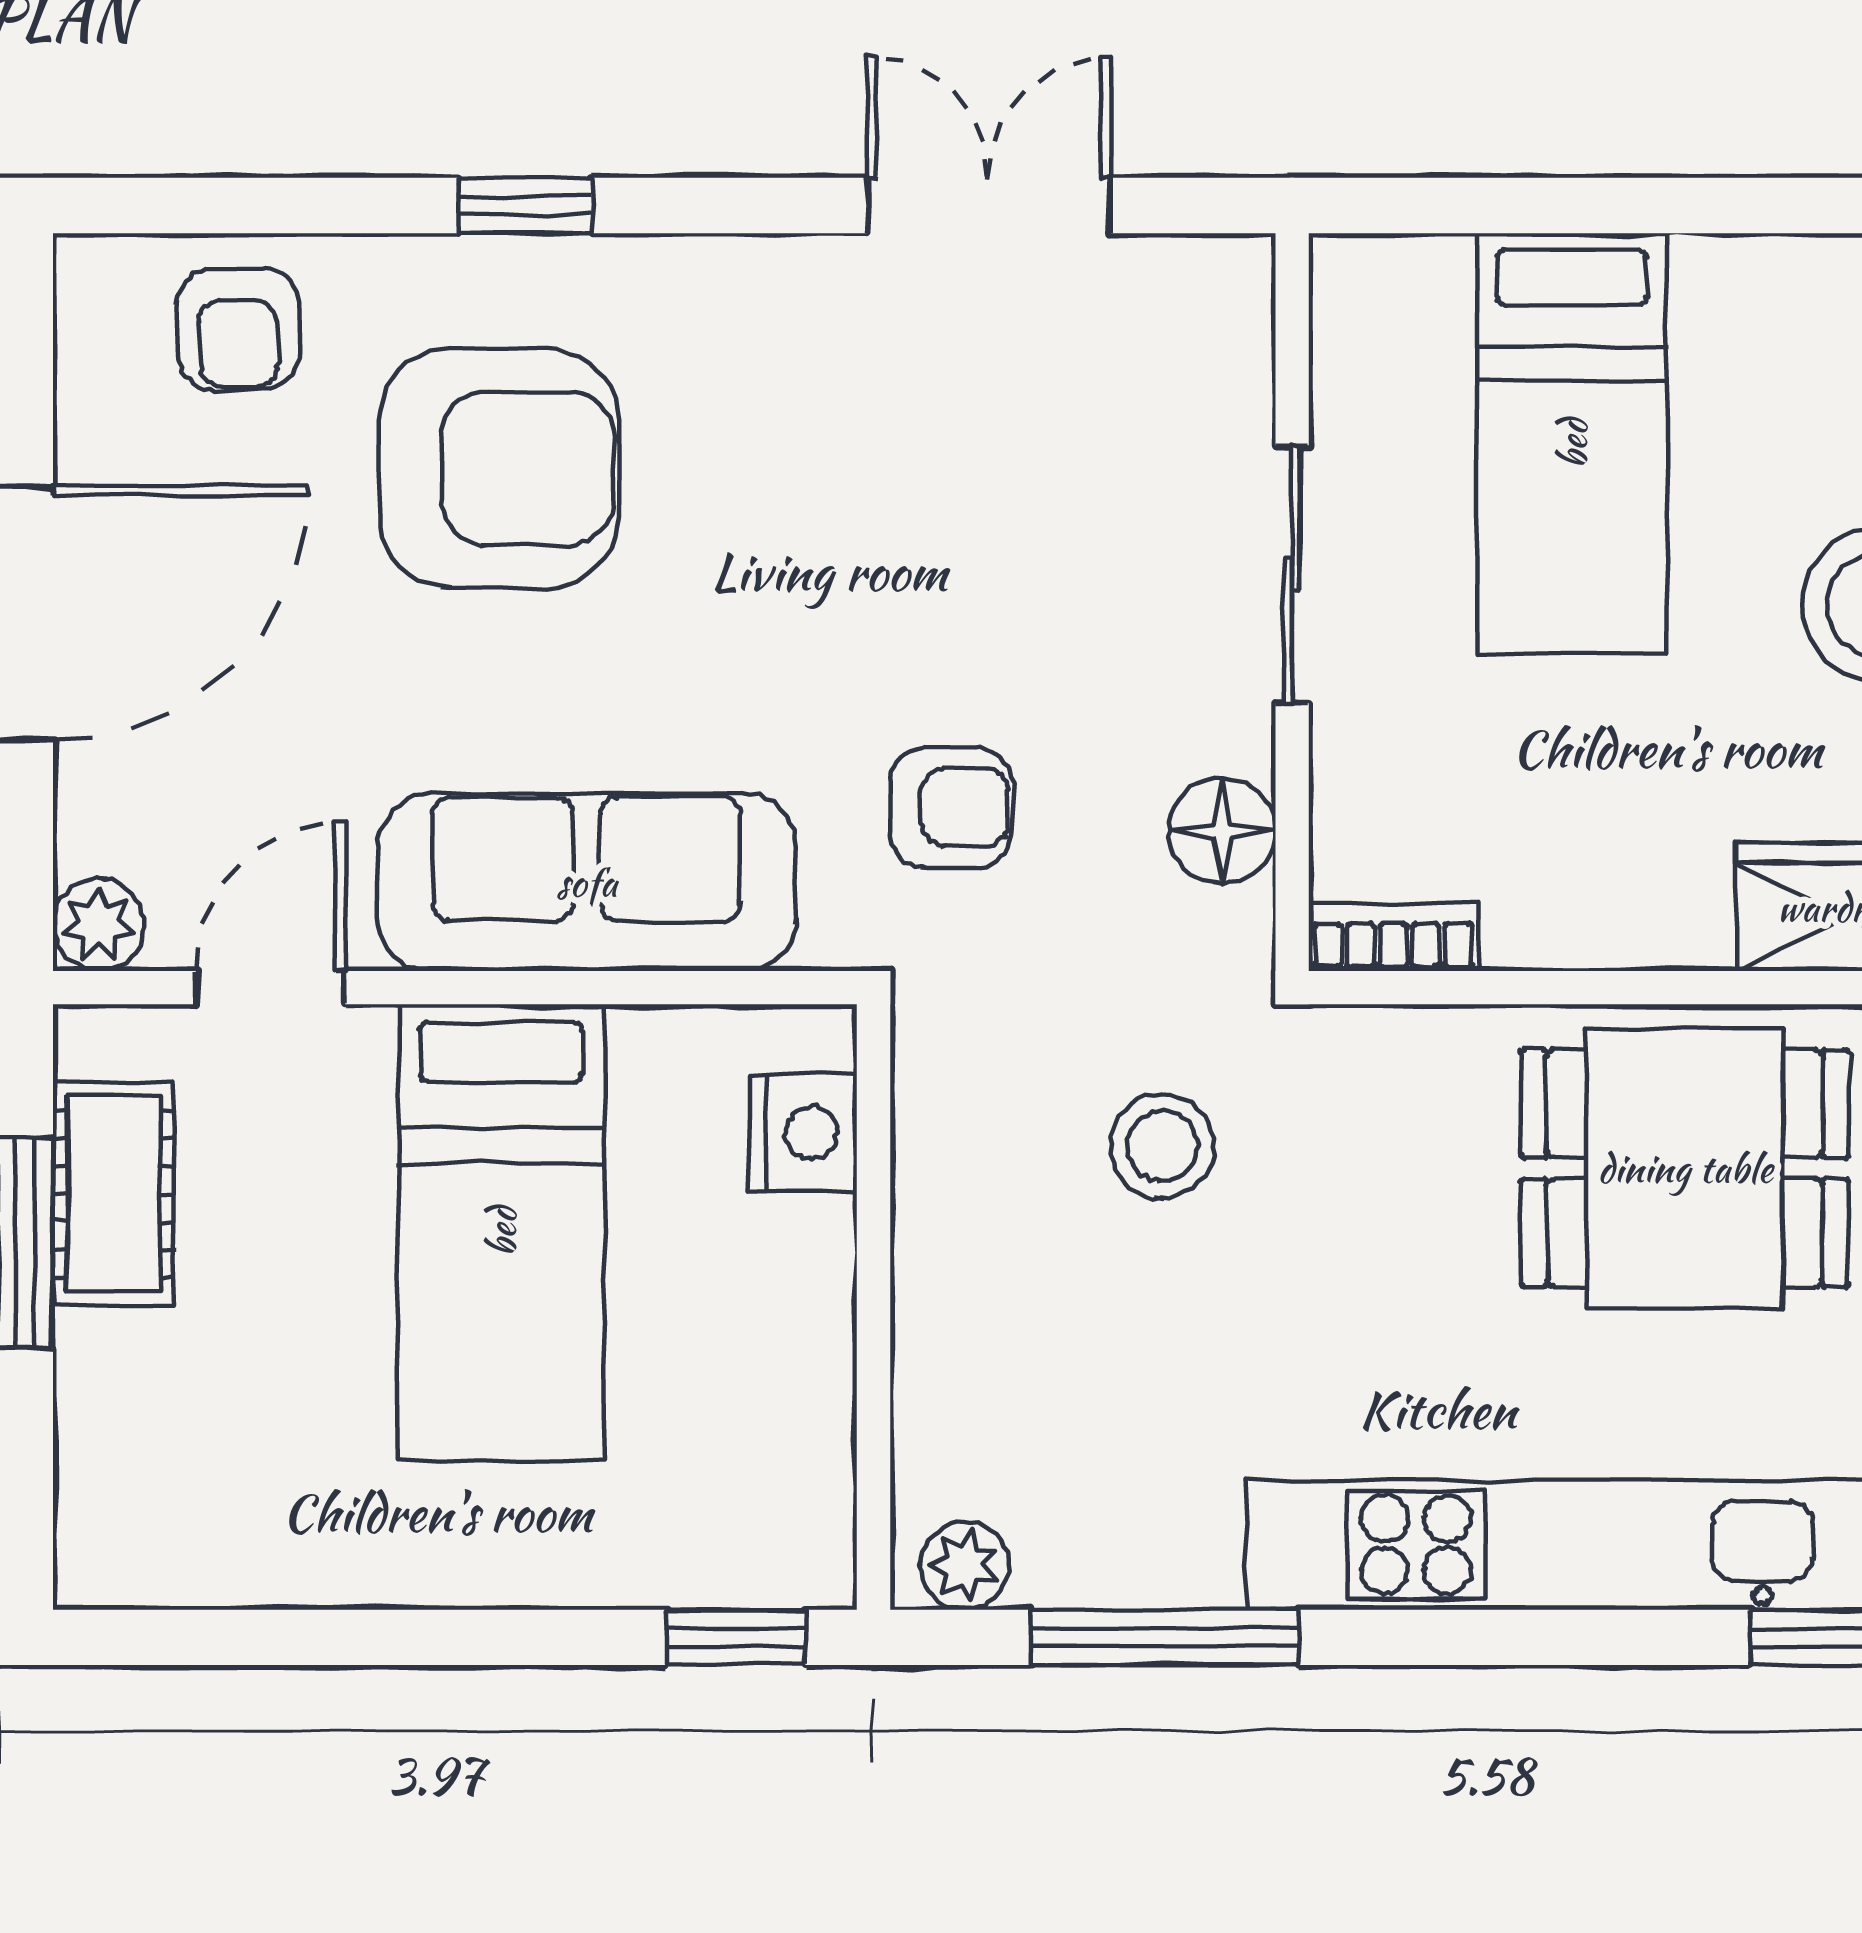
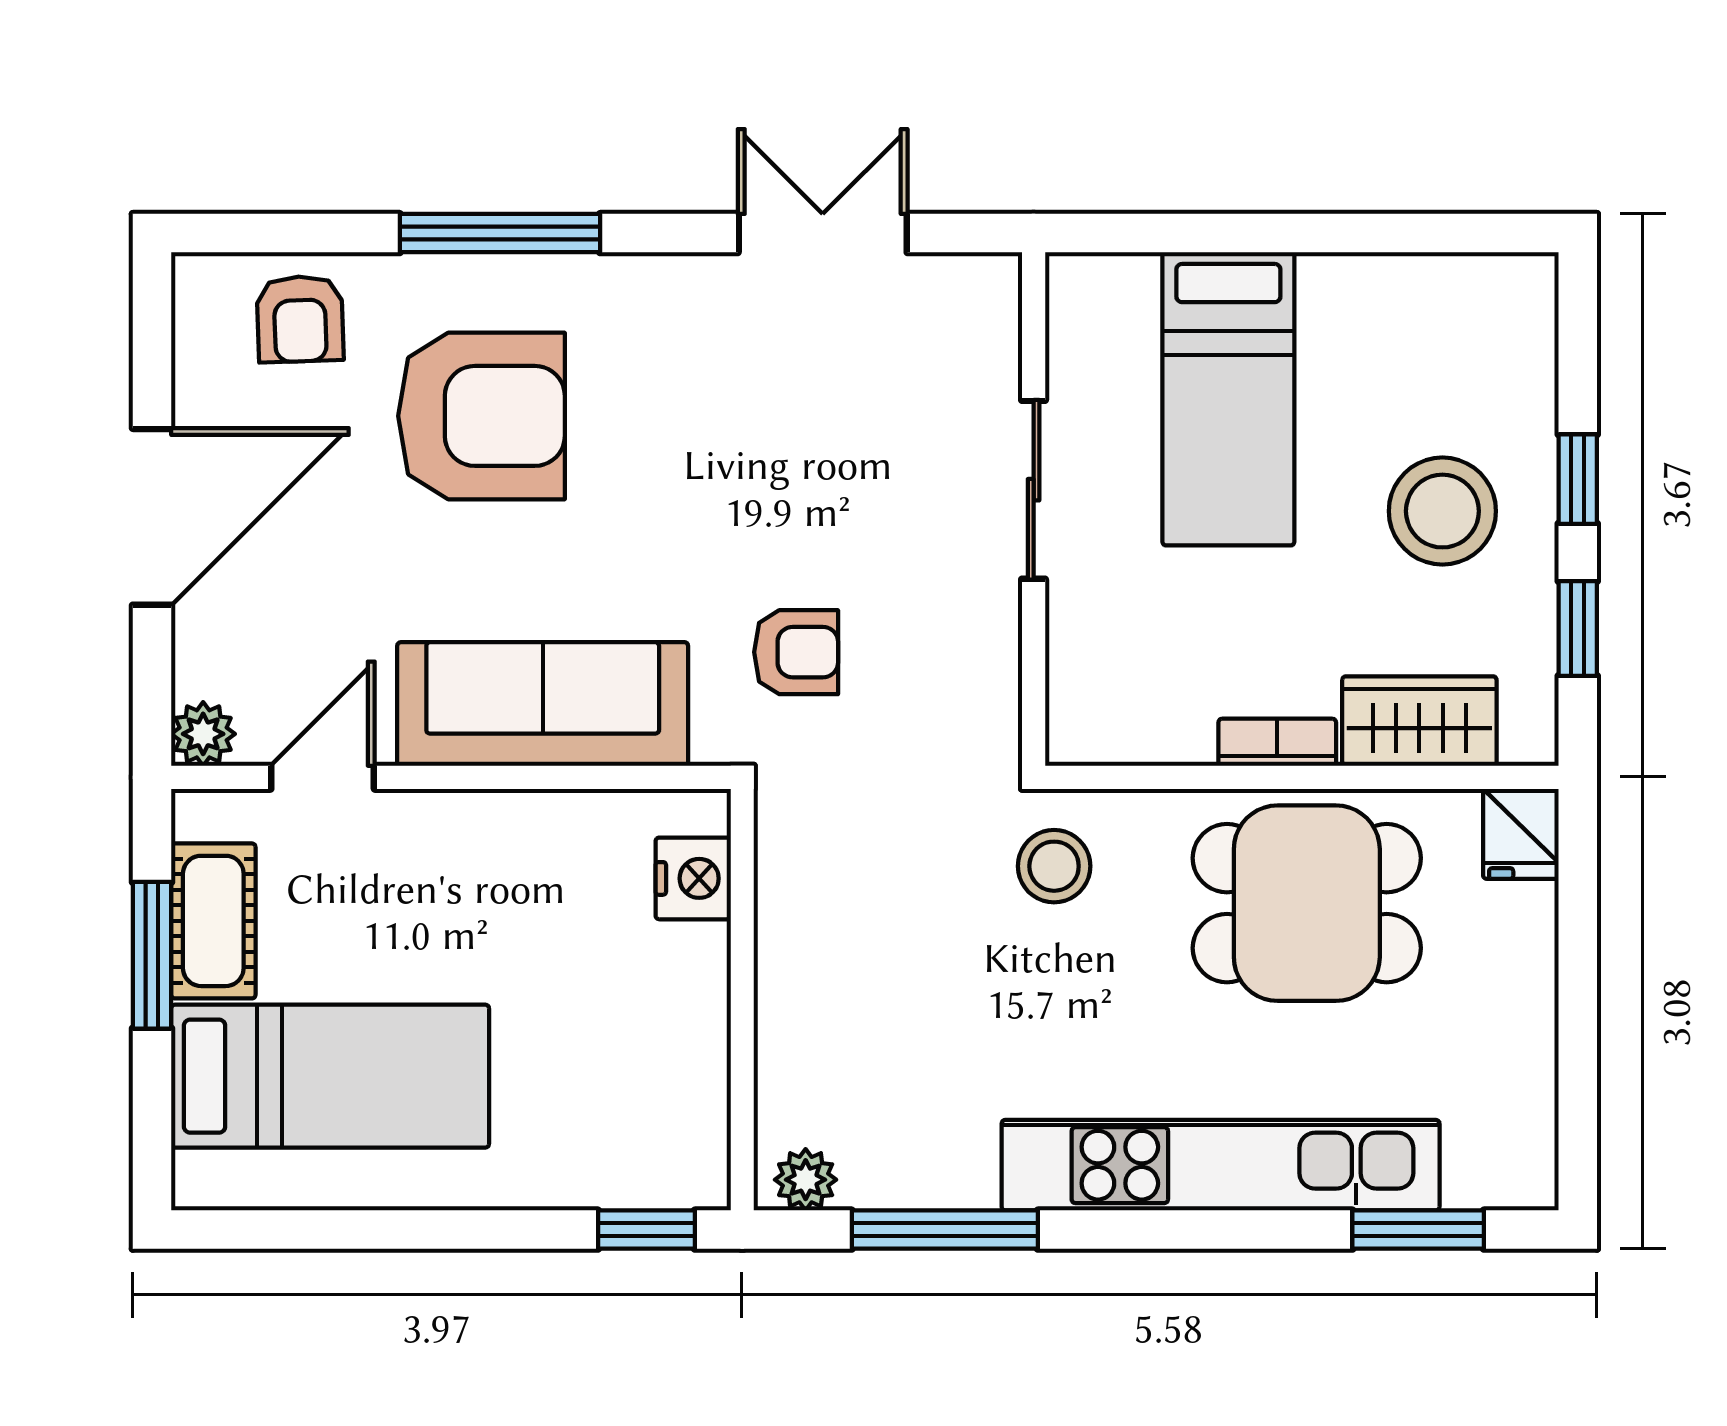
window: (525, 206) -> (500, 233), width x2.17
floor lamp: (1222, 831) -> (985, 668), removed
bookcase: (1393, 937) -> (1277, 742), moved
stool: (1162, 1146) -> (1054, 866), moved
bed: (501, 1232) -> (330, 1076), moved, turned -90

